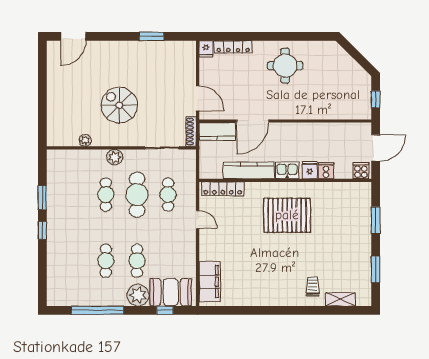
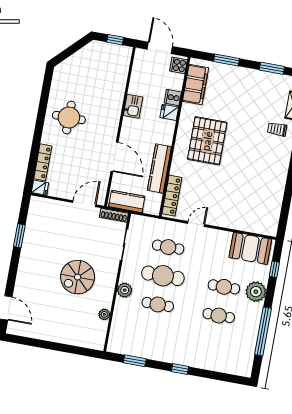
kitchen counter: (217, 131) -> (127, 201), moved, turned -90
kitchen sink: (287, 170) -> (133, 106), moved, turned 180
window: (42, 198) -> (135, 361), moved
filing cabinet: (210, 282) -> (195, 85), moved, turned 90
booth: (171, 292) -> (250, 248), moved, turned 90

